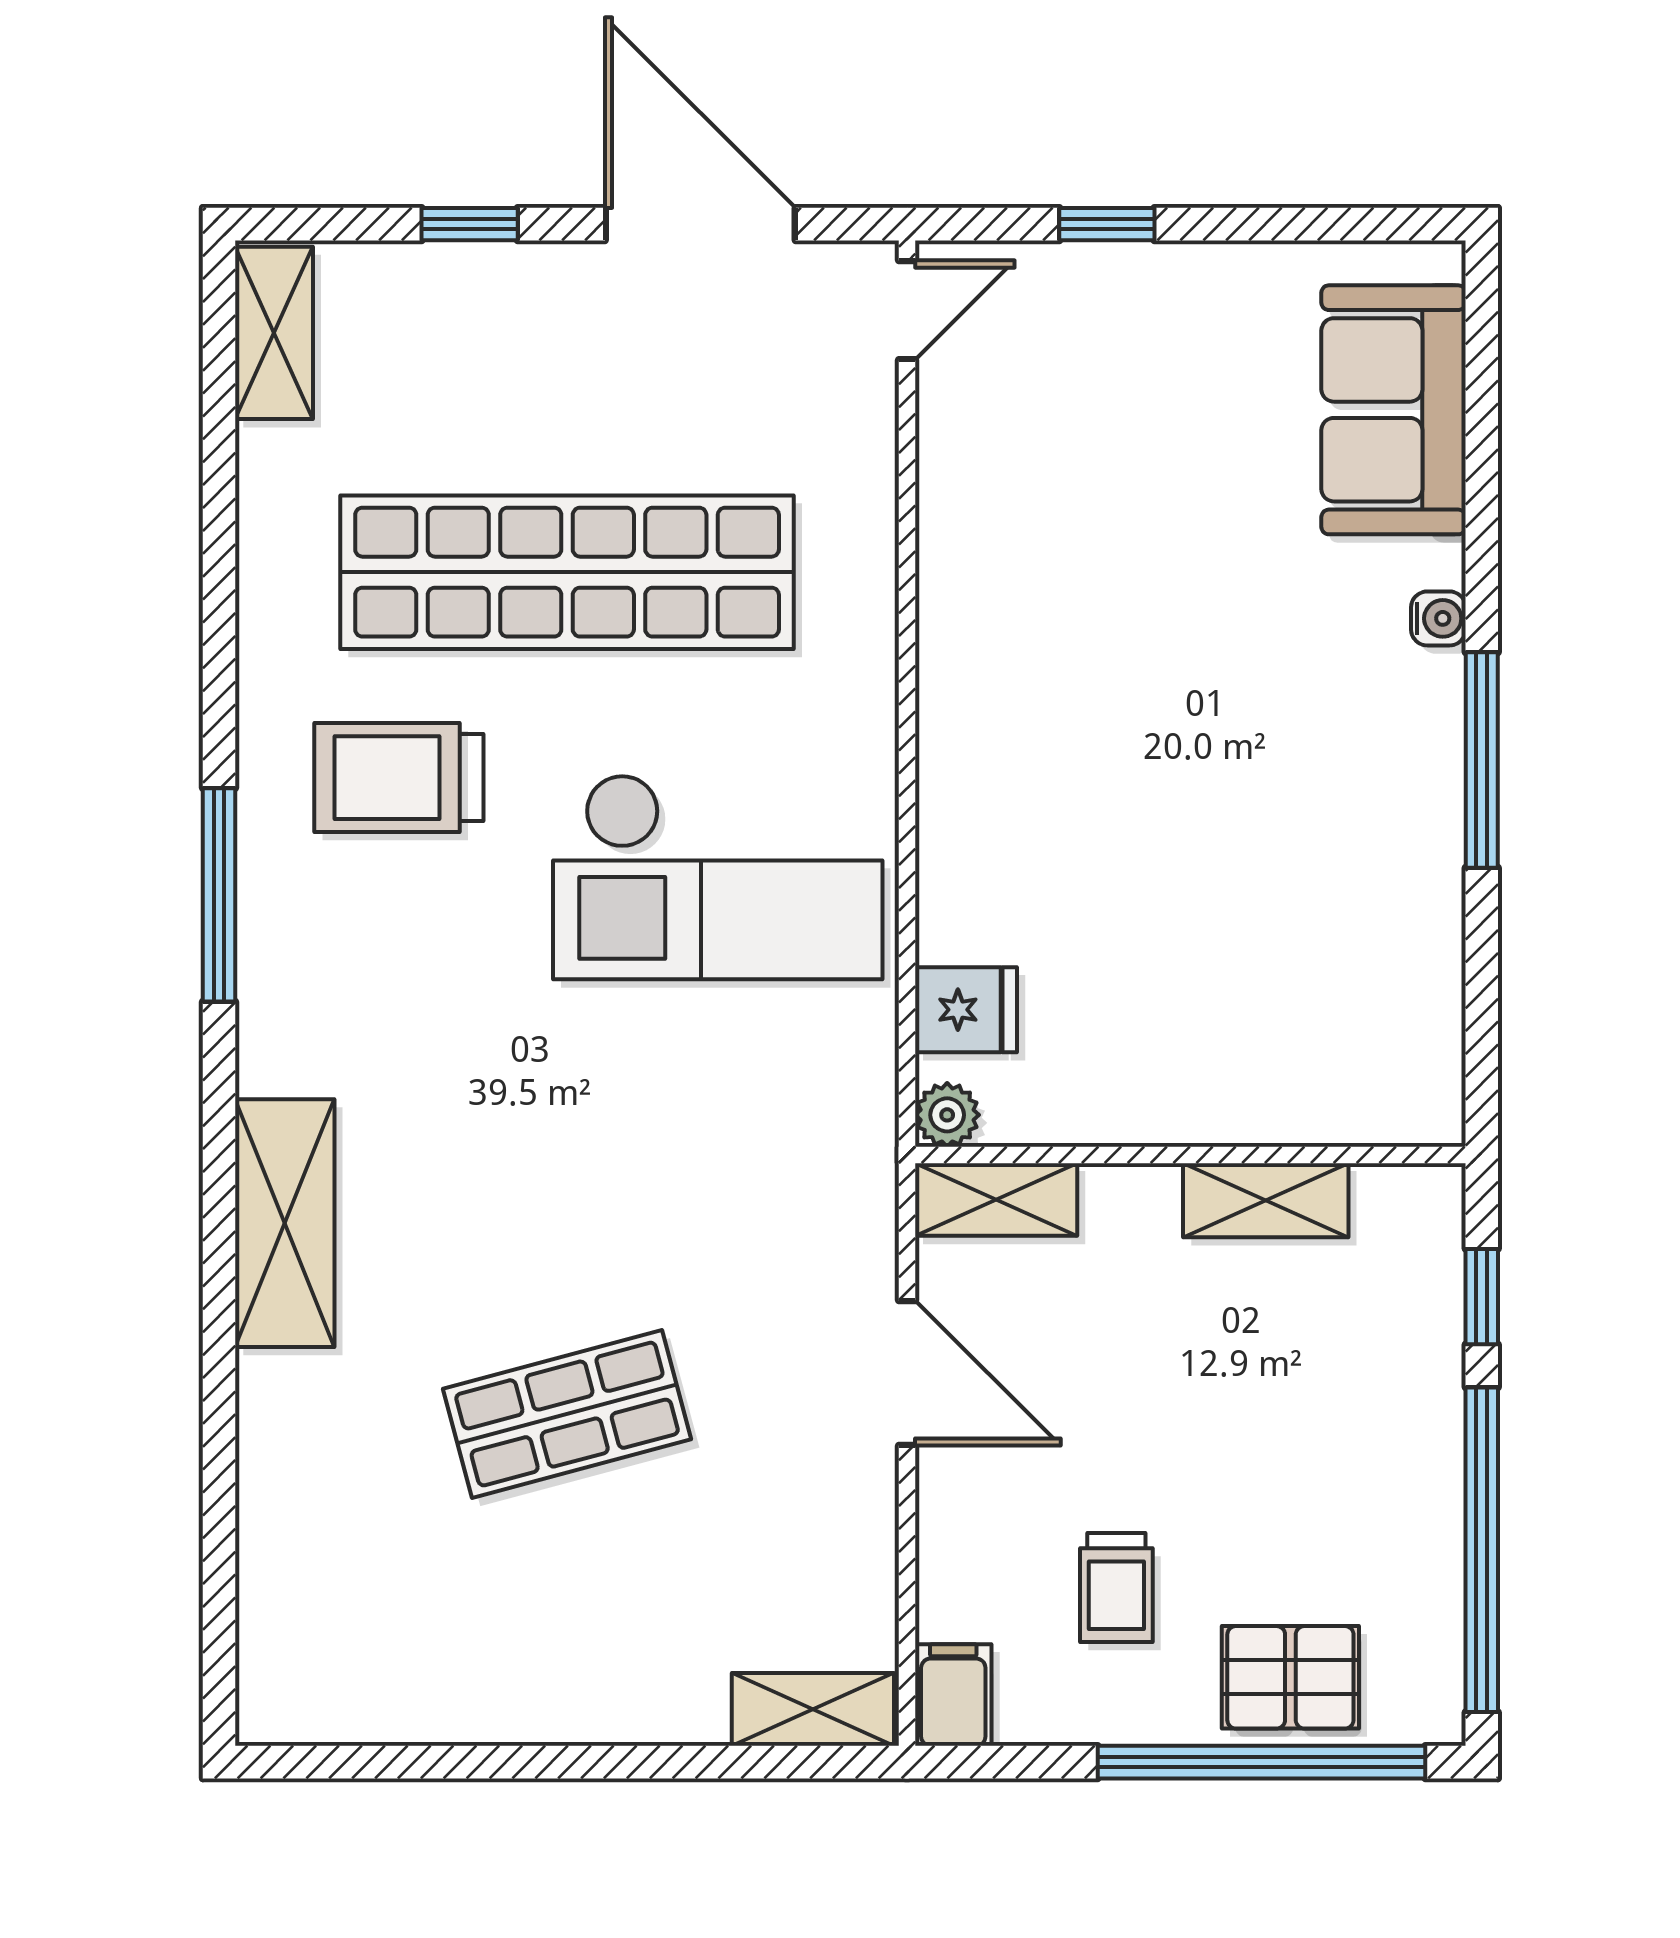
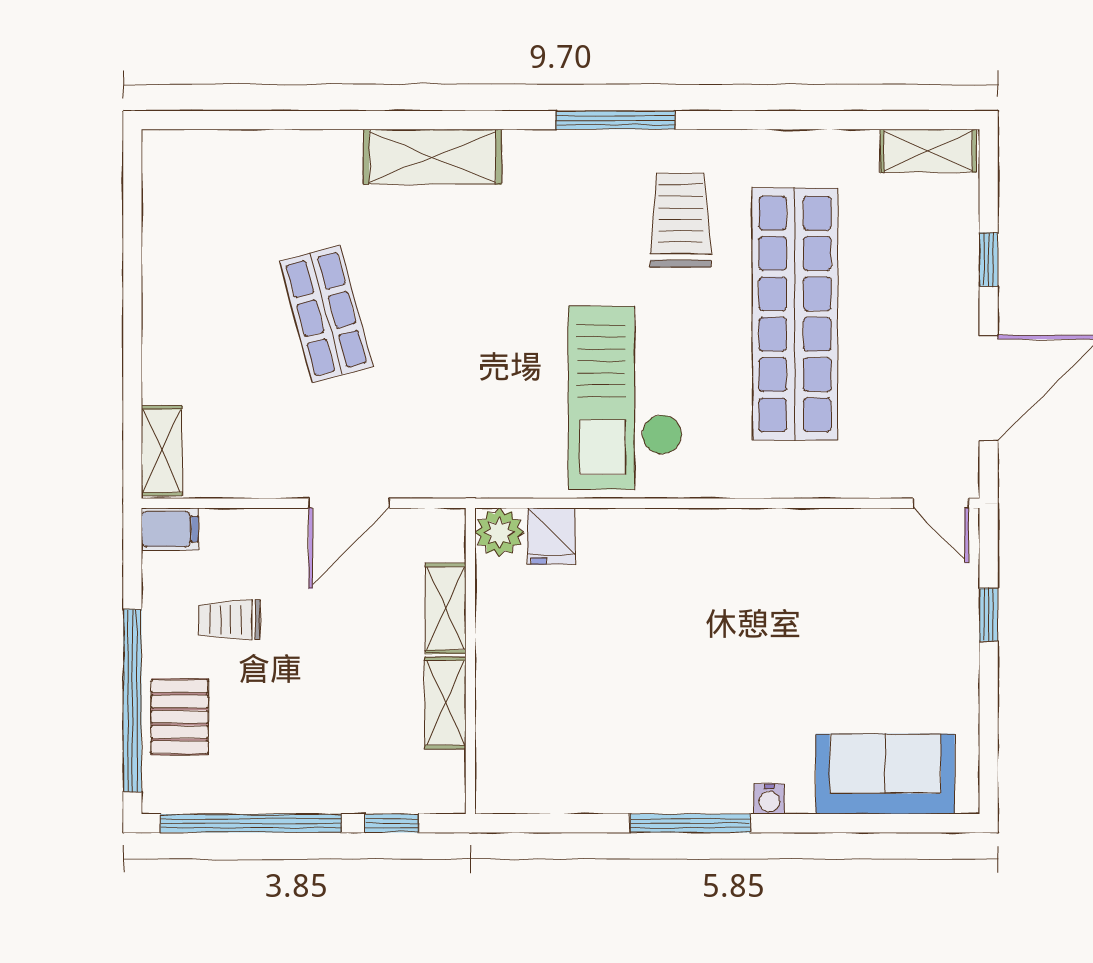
plant: (947, 1115) -> (499, 532), width x1.38, depth x1.38
shelving: (996, 1200) -> (446, 608), moved

